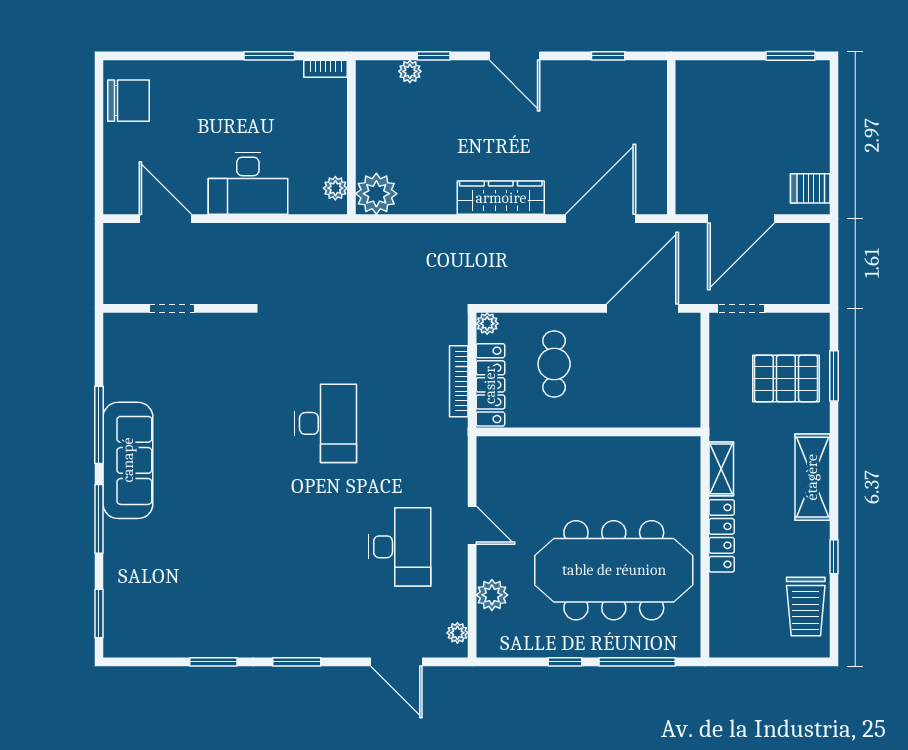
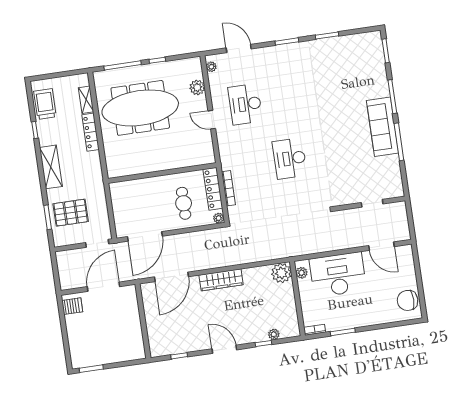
desk: (248, 183) -> (338, 275), width x1.36, depth x1.30
shelving: (721, 469) -> (86, 100), moved

